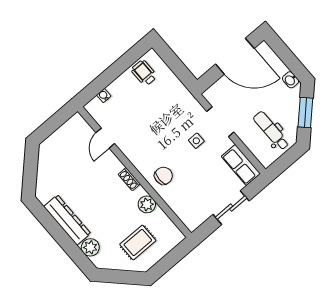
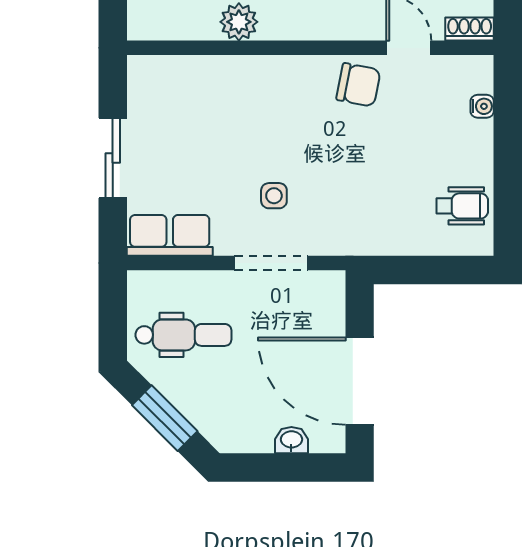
door: (235, 56) -> (360, 381), hinge flipped
washbasin: (290, 80) -> (291, 440), moved
chair: (163, 176) -> (358, 85), moved, turned -79
shoe rack: (129, 179) -> (470, 29), moved

